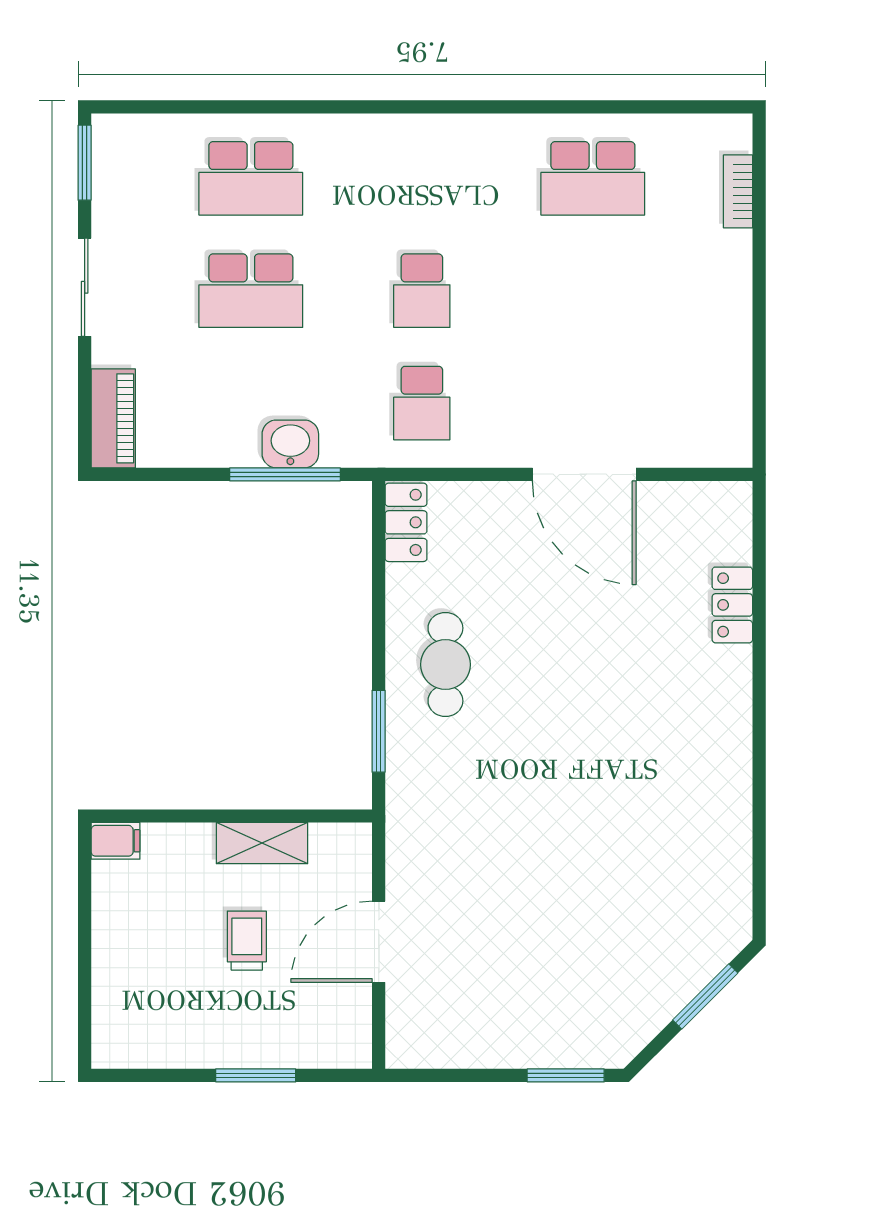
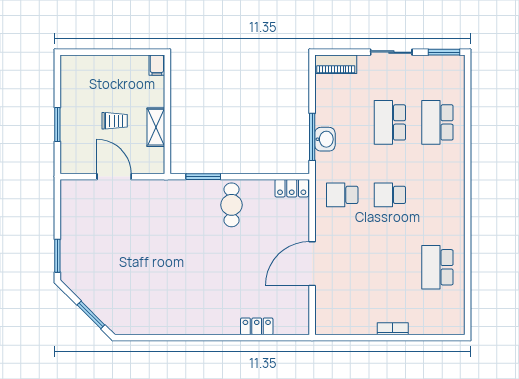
bookcase: (738, 191) -> (393, 329), moved
cafe table: (445, 665) -> (232, 205), turned 90

